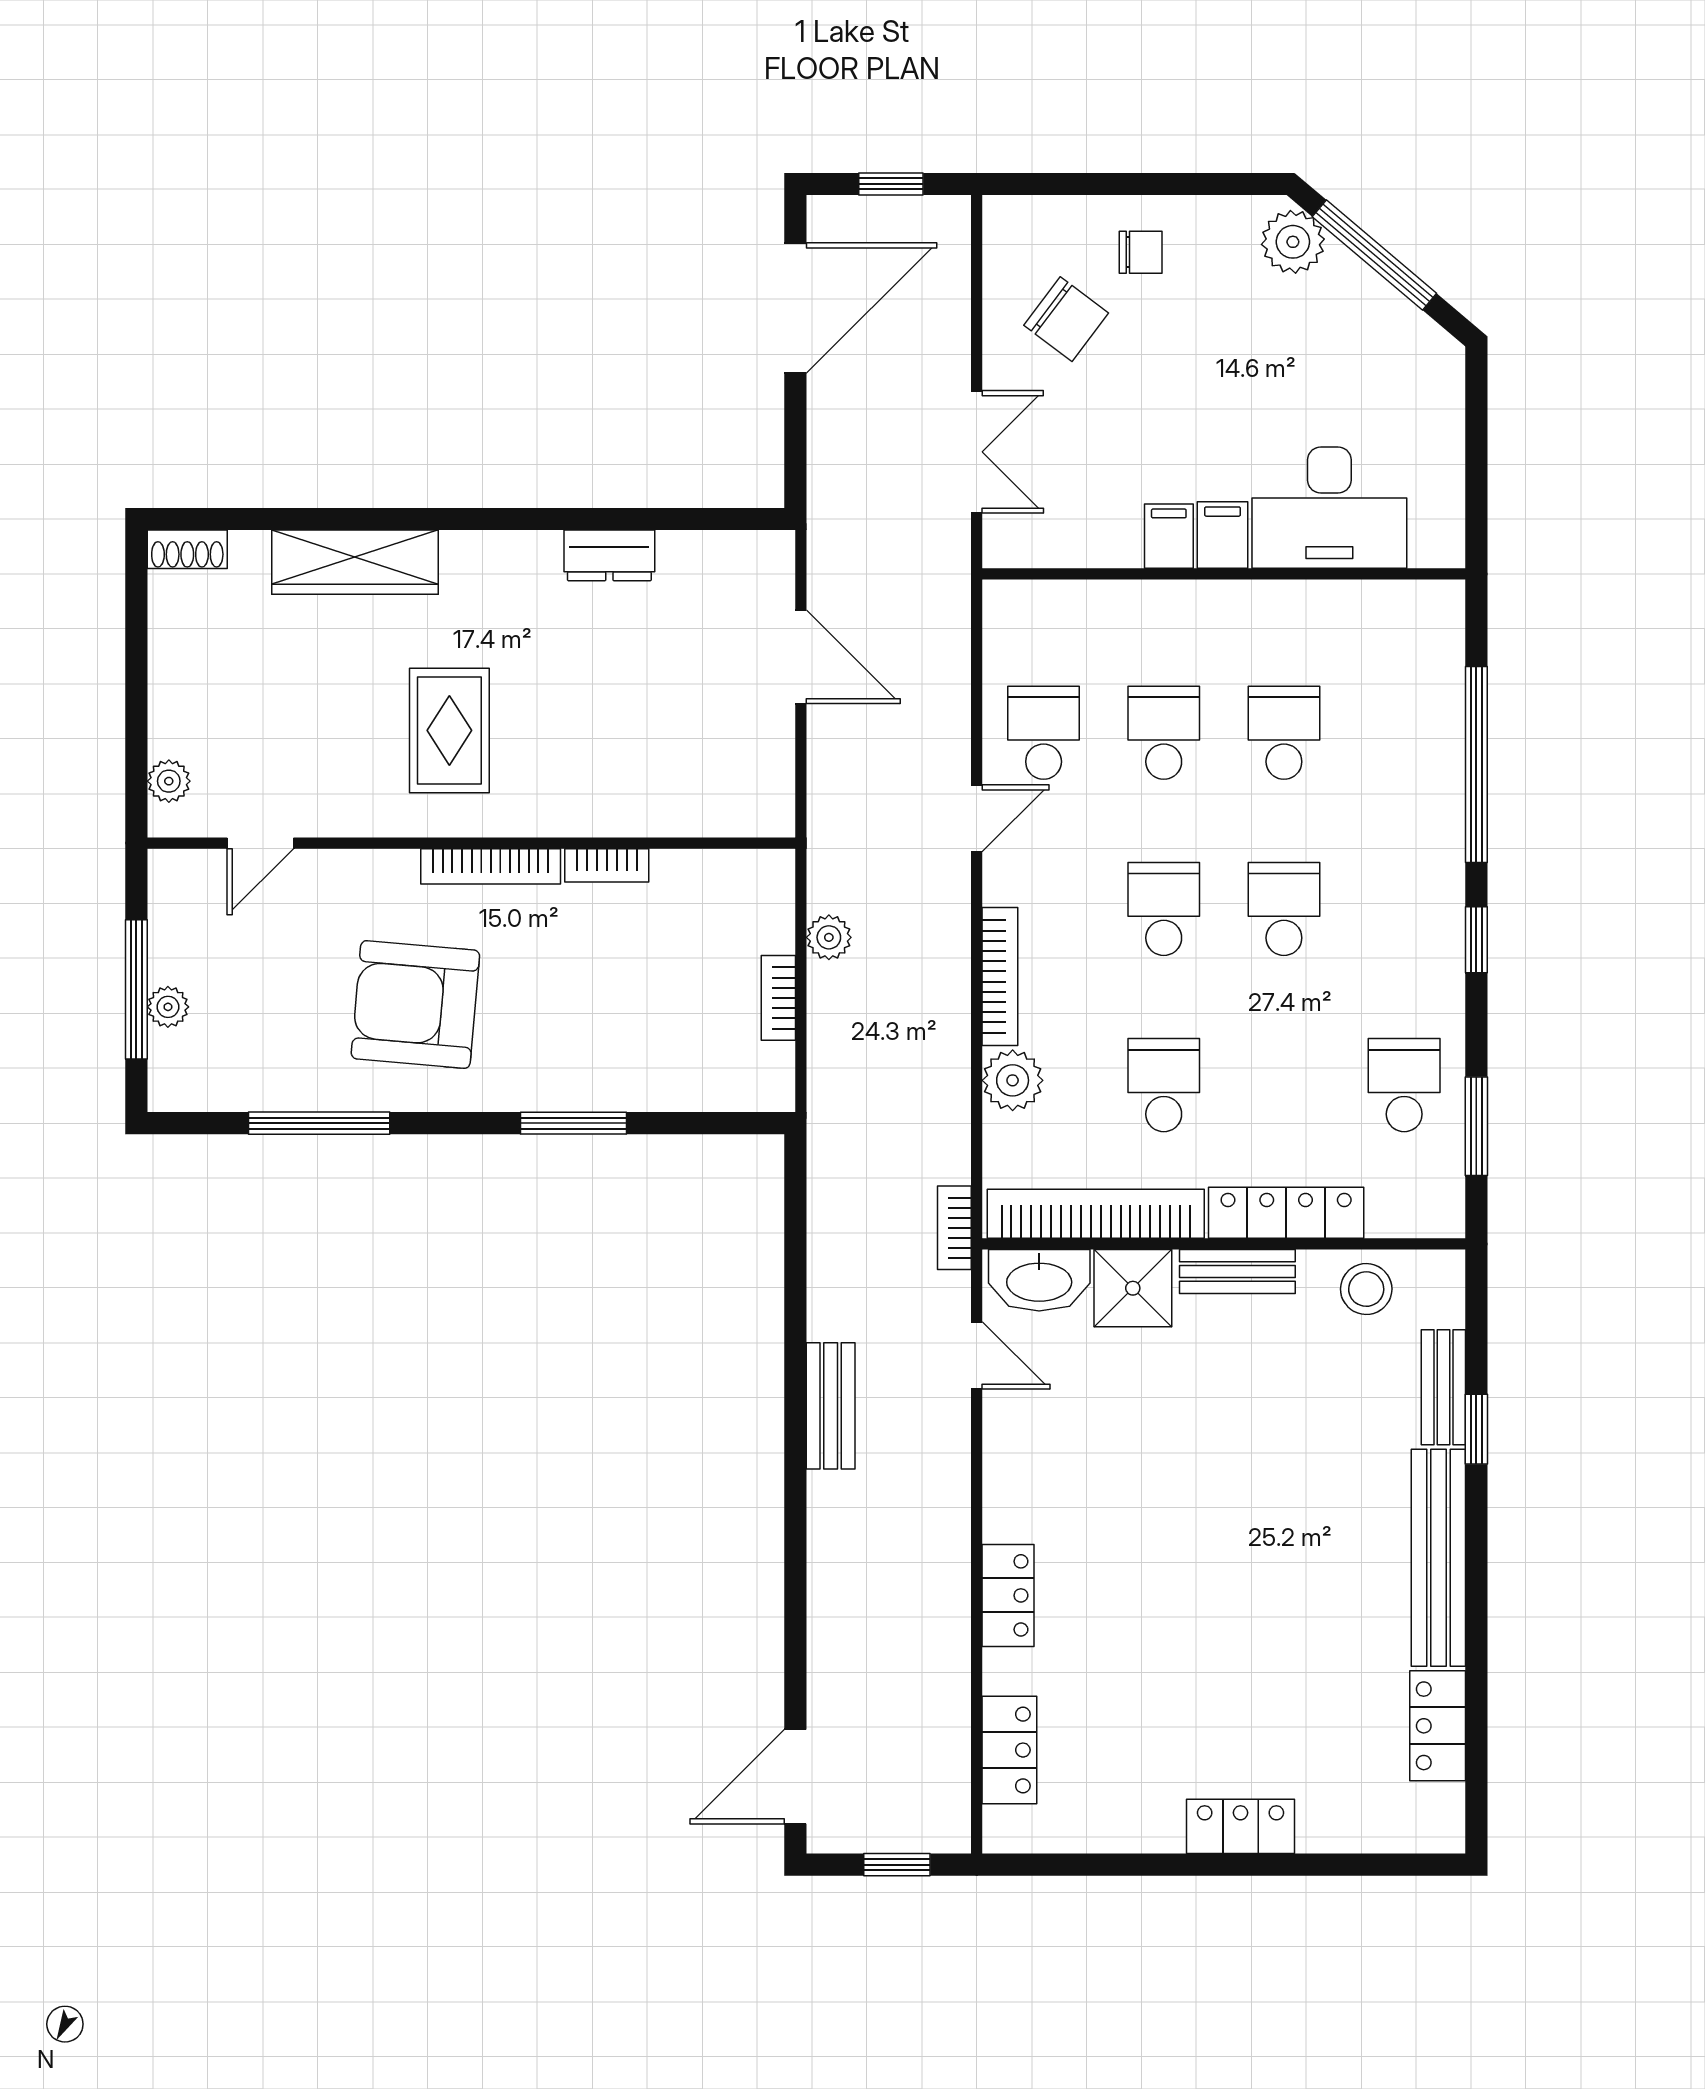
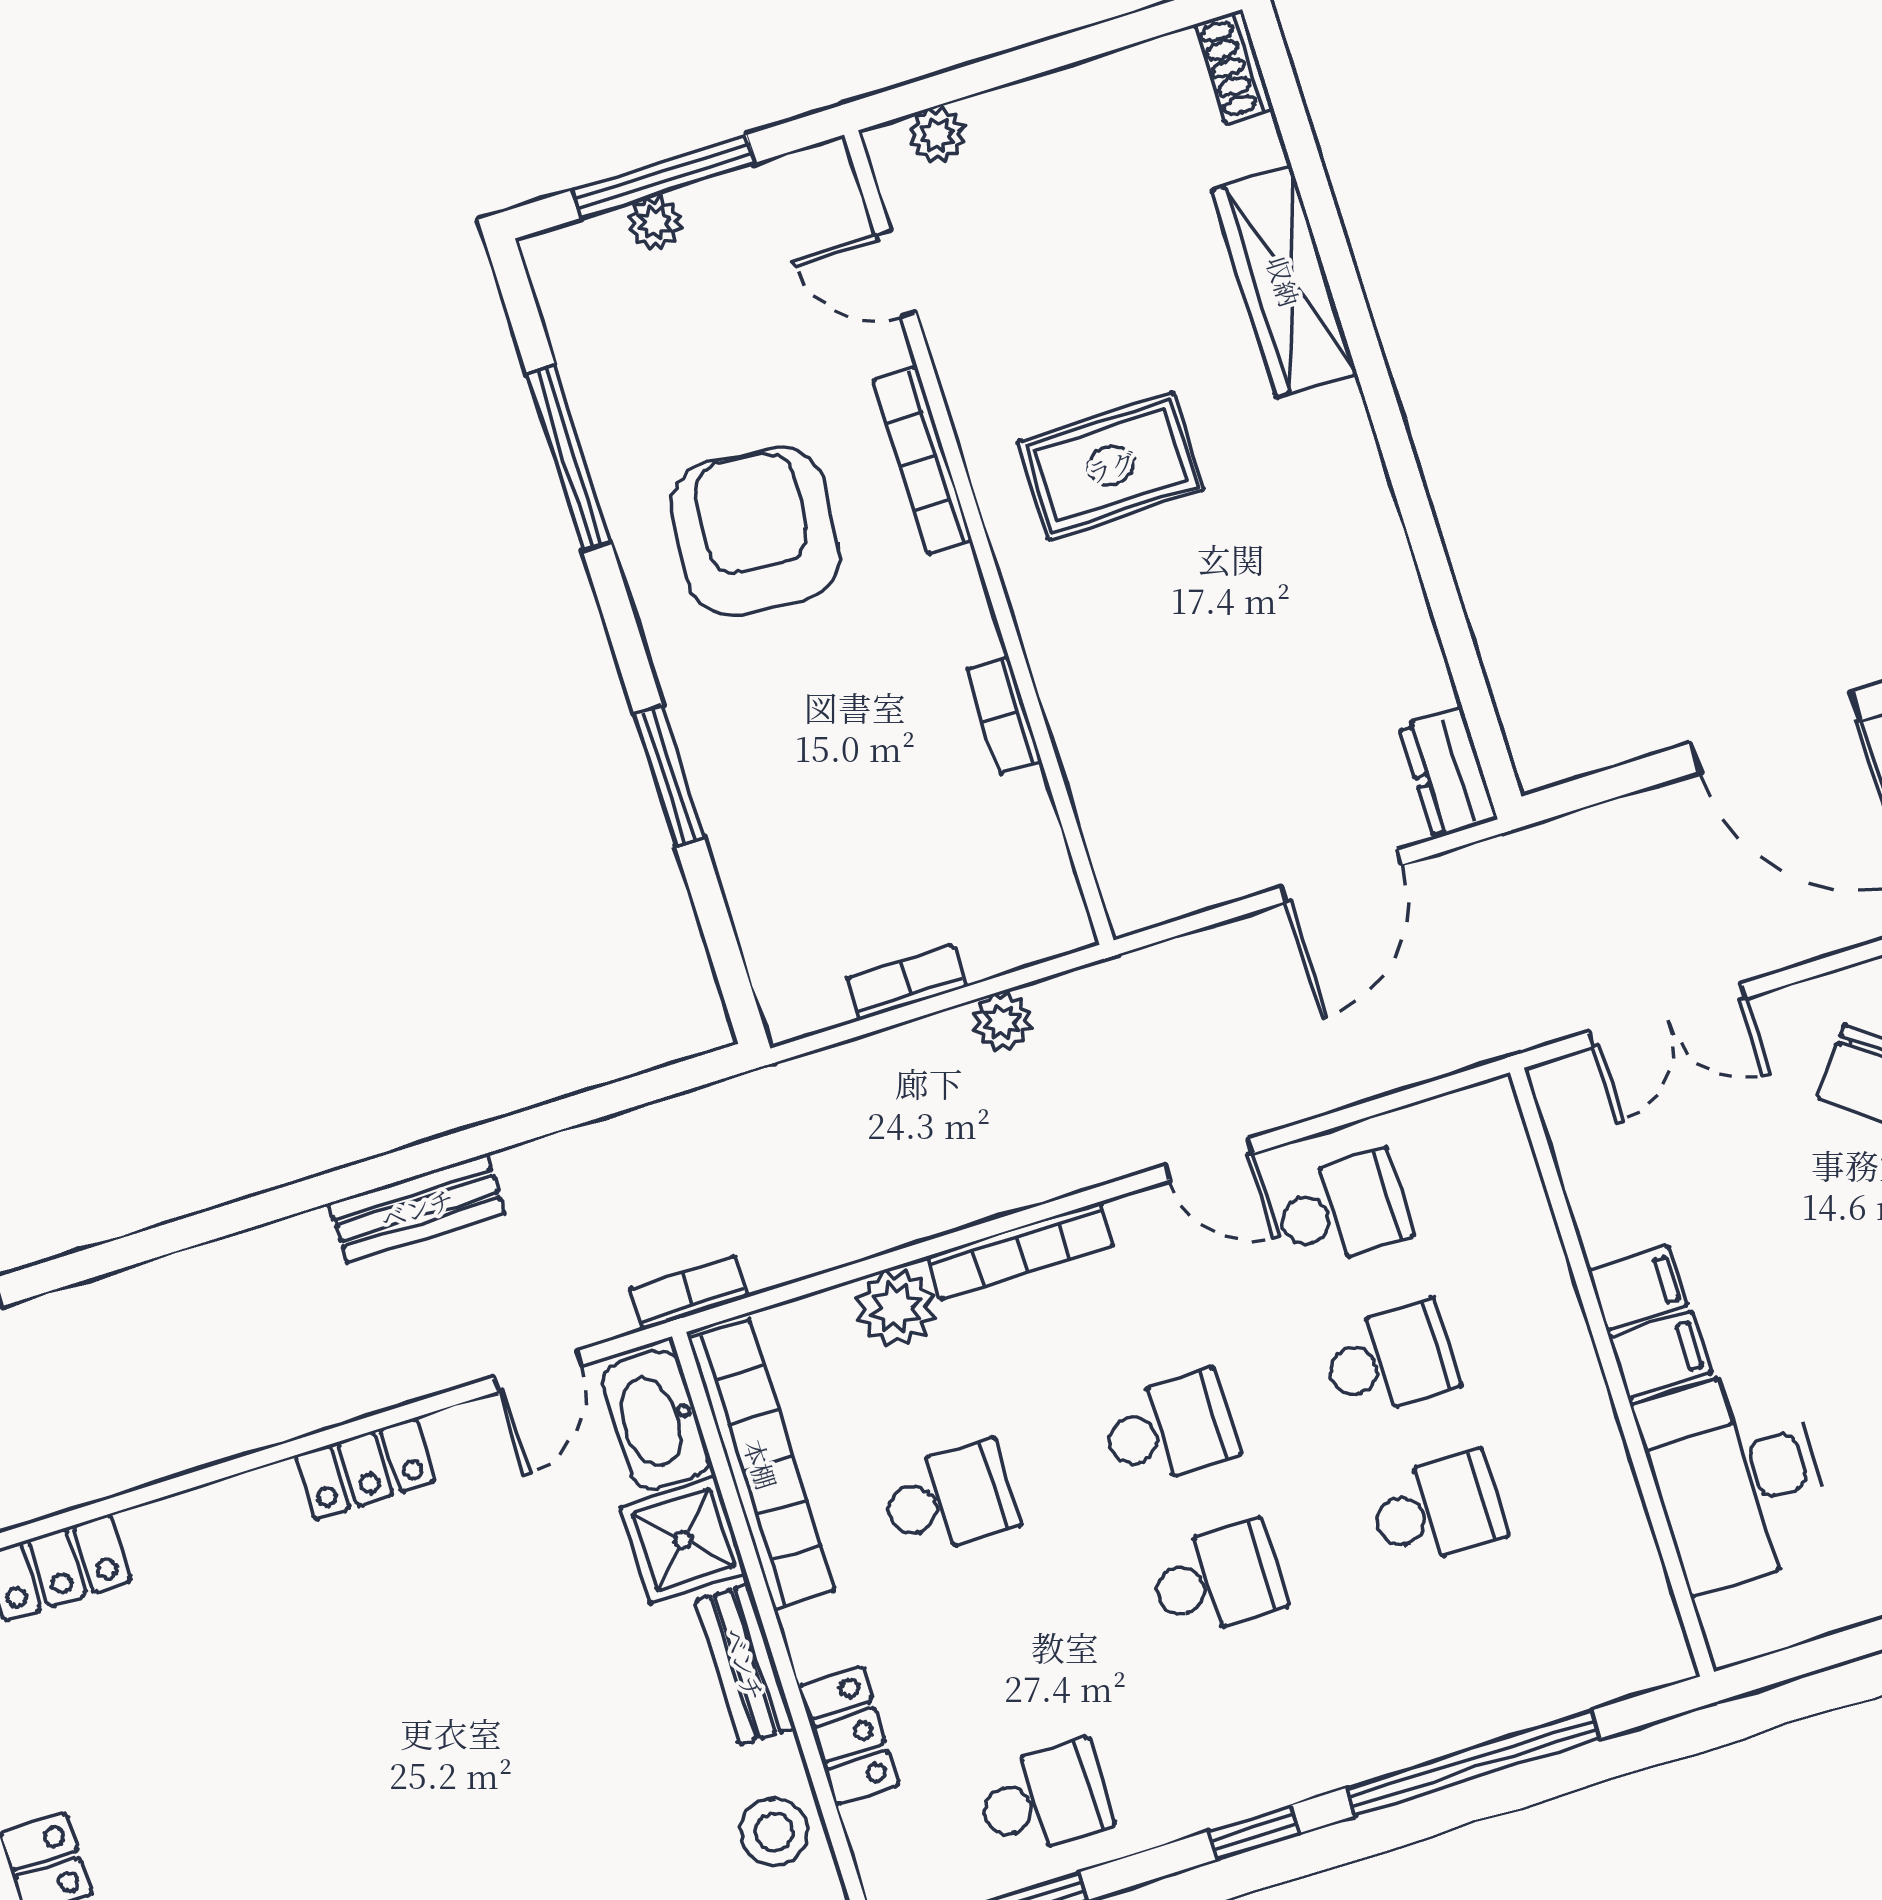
dresser: (609, 555) -> (1448, 773), moved
bookcase: (491, 866) -> (923, 460), moved
locker: (1286, 1213) -> (848, 1735), width x0.66
locker: (1008, 1595) -> (365, 1469), moved

